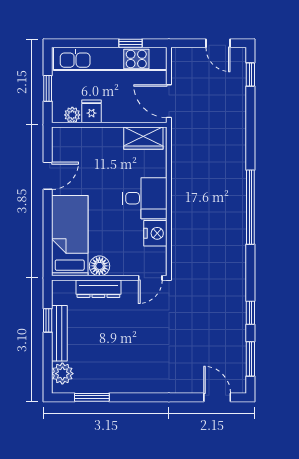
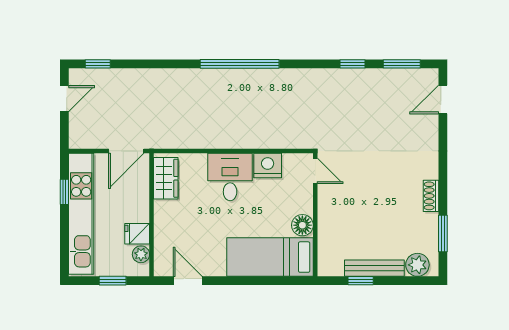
door: (48, 176) -> (188, 281), moved
dresser: (98, 289) -> (327, 226), removed
shoe rack: (127, 386) -> (431, 196), added

